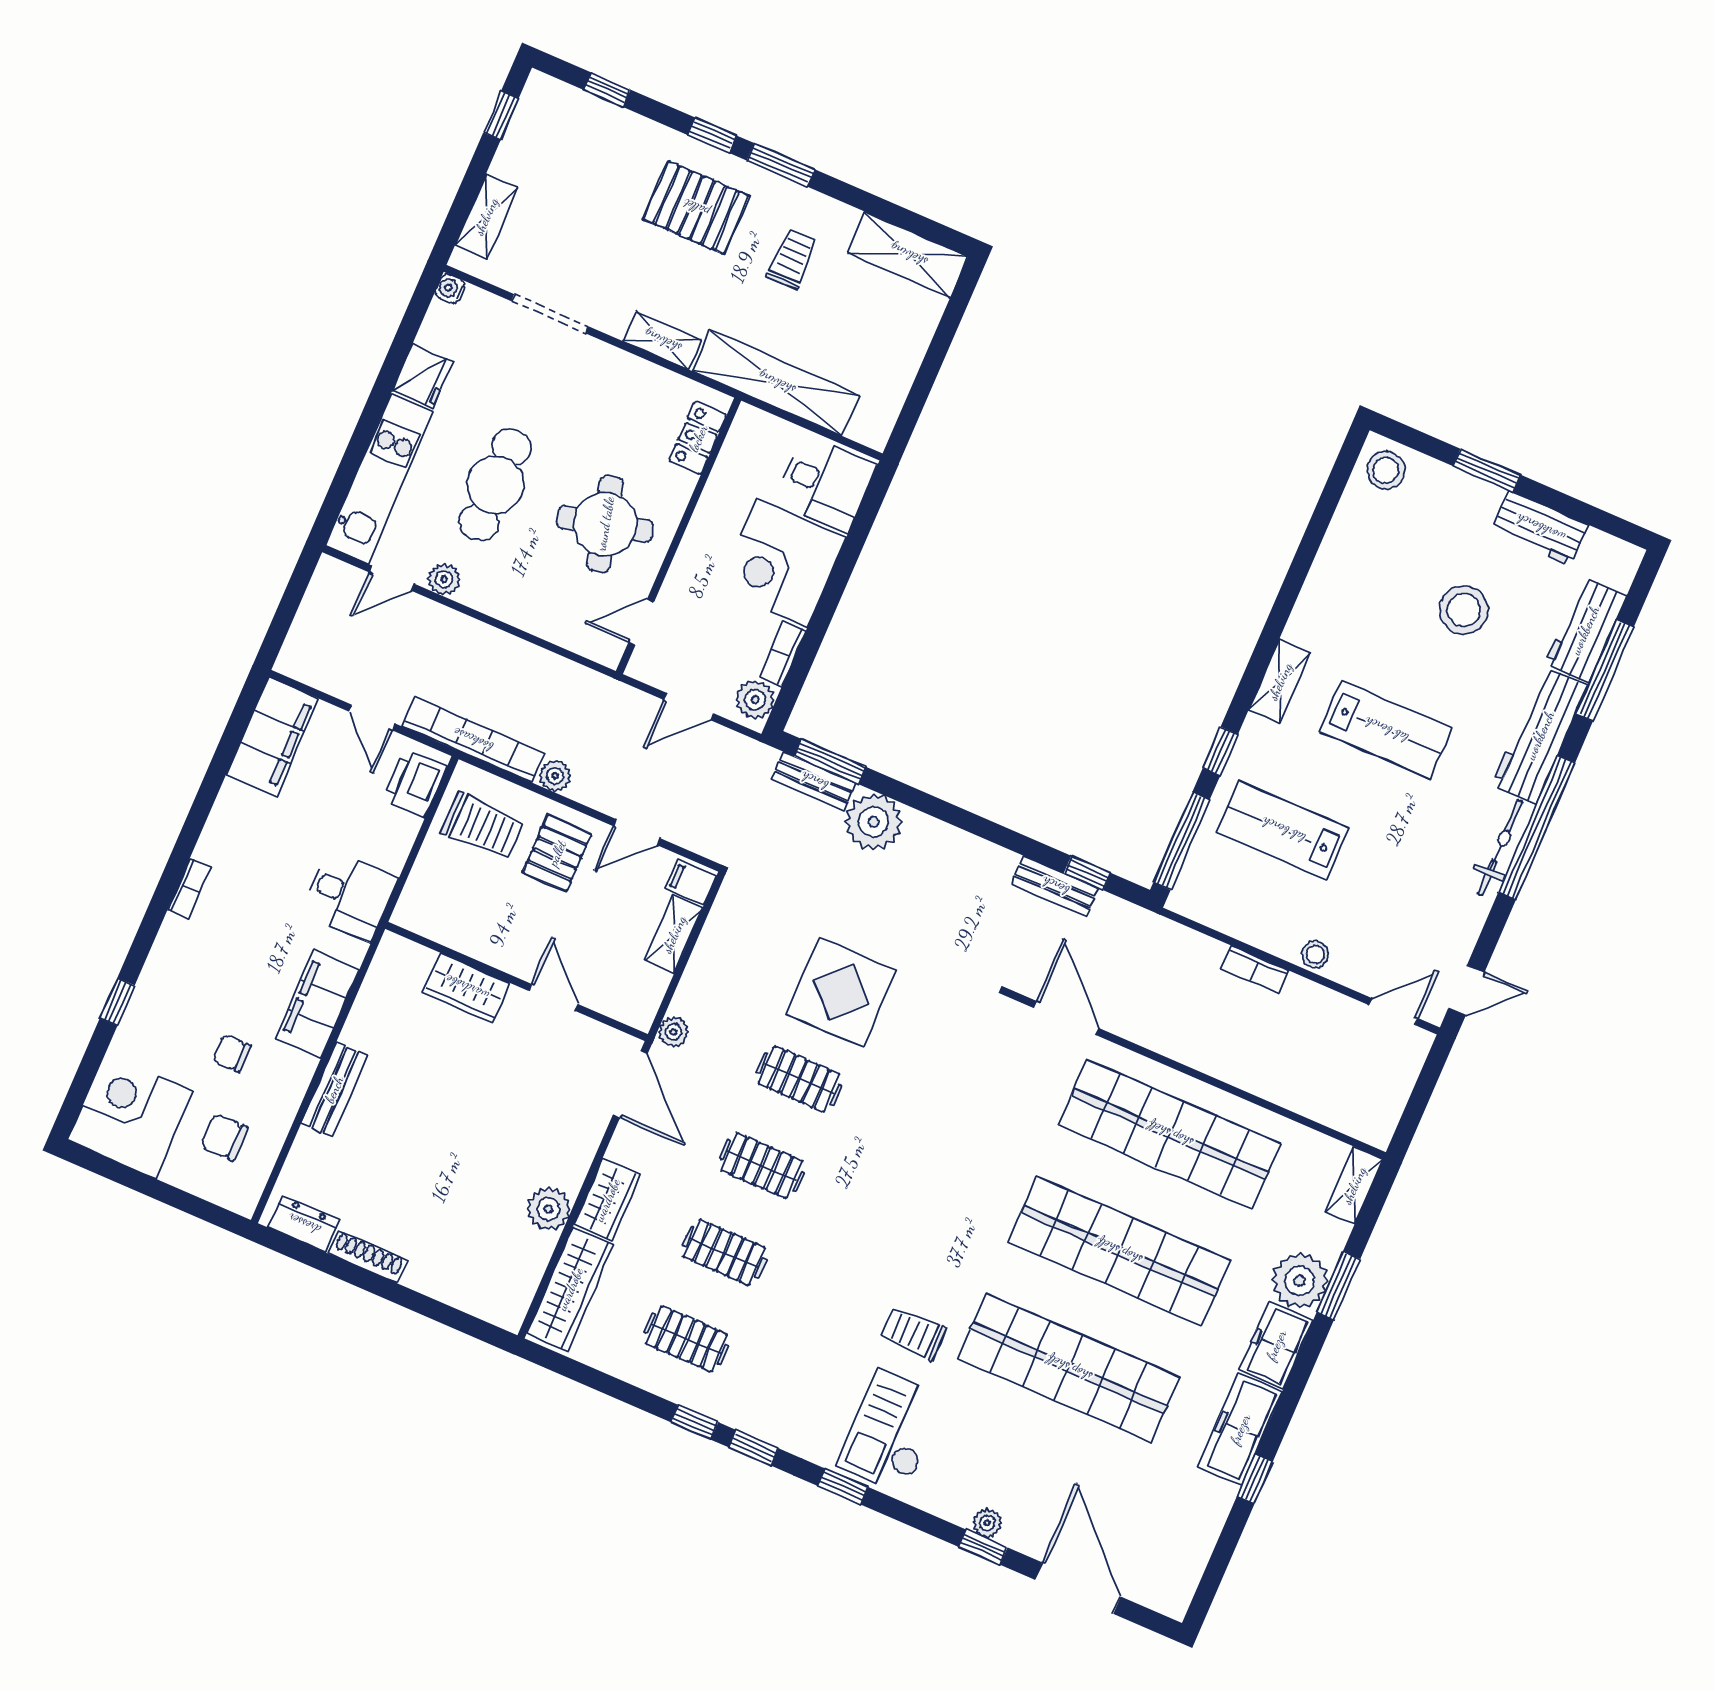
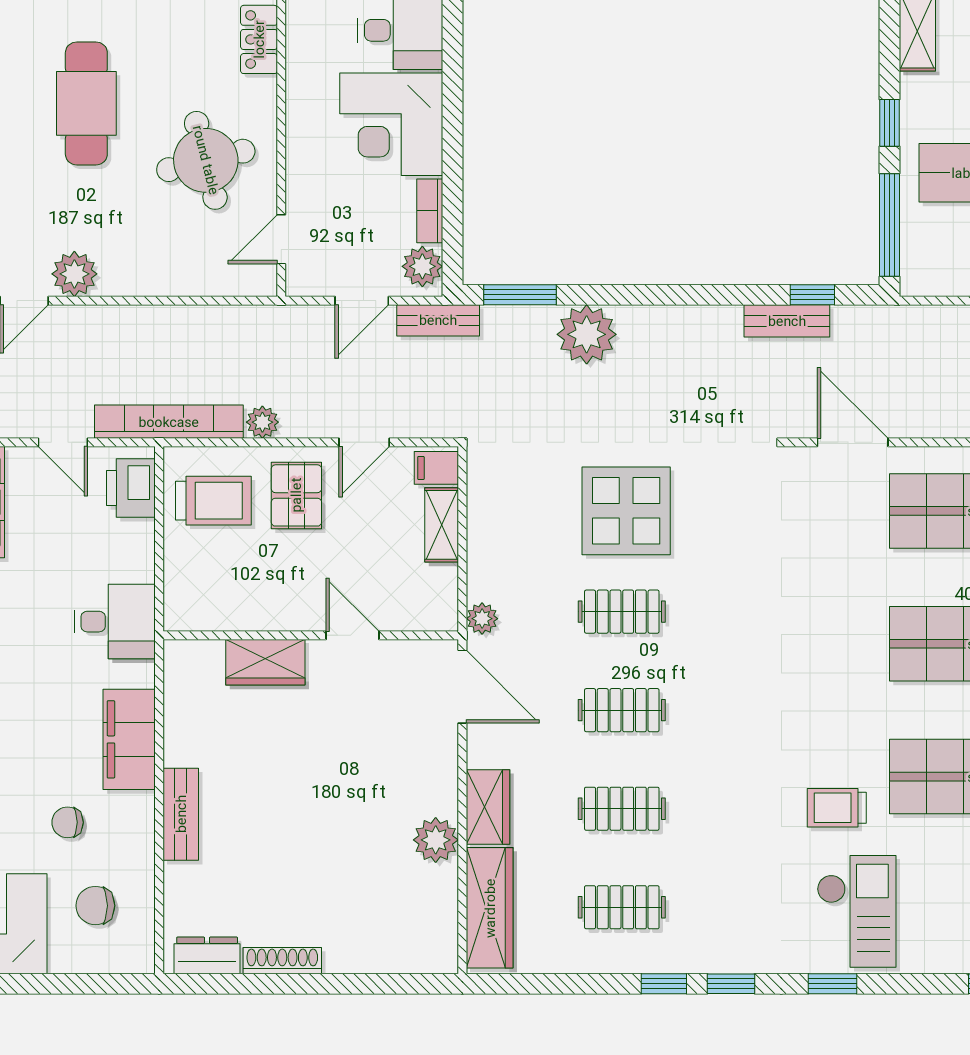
cafe table: (495, 485) -> (86, 103), moved
plant: (444, 579) -> (74, 274), width x1.38, depth x1.38
bench: (814, 781) -> (438, 320), moved
checkout: (891, 1432) -> (857, 911), turned 180

